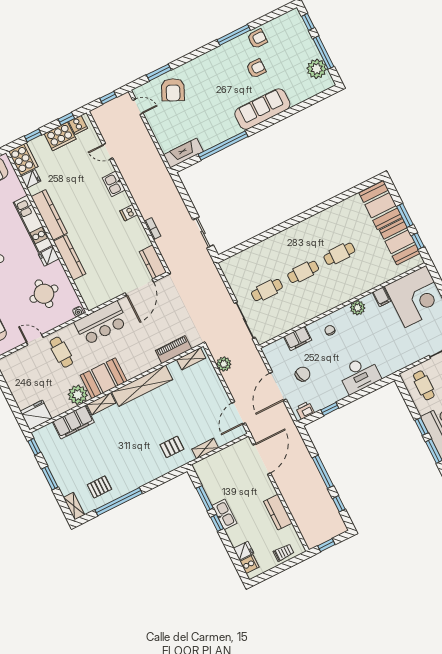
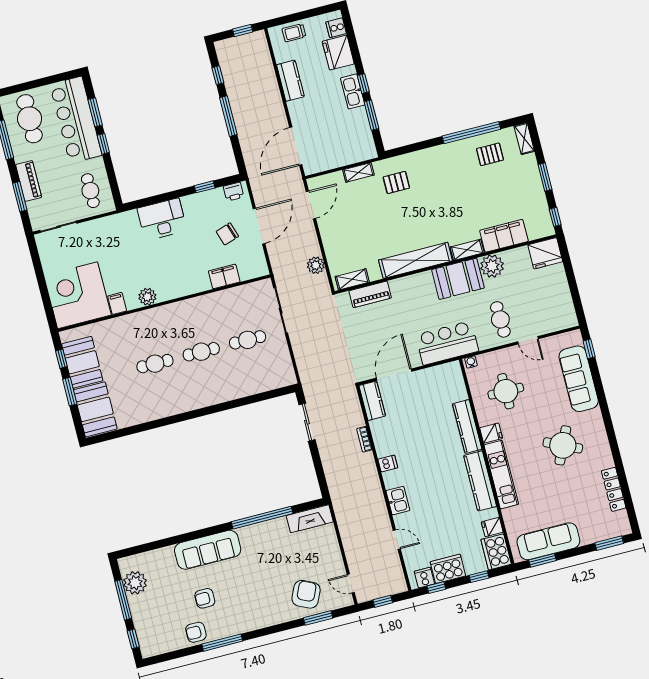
chair: (330, 330) -> (185, 278), removed
fridge: (244, 551) -> (338, 53), width x1.88, depth x1.34

